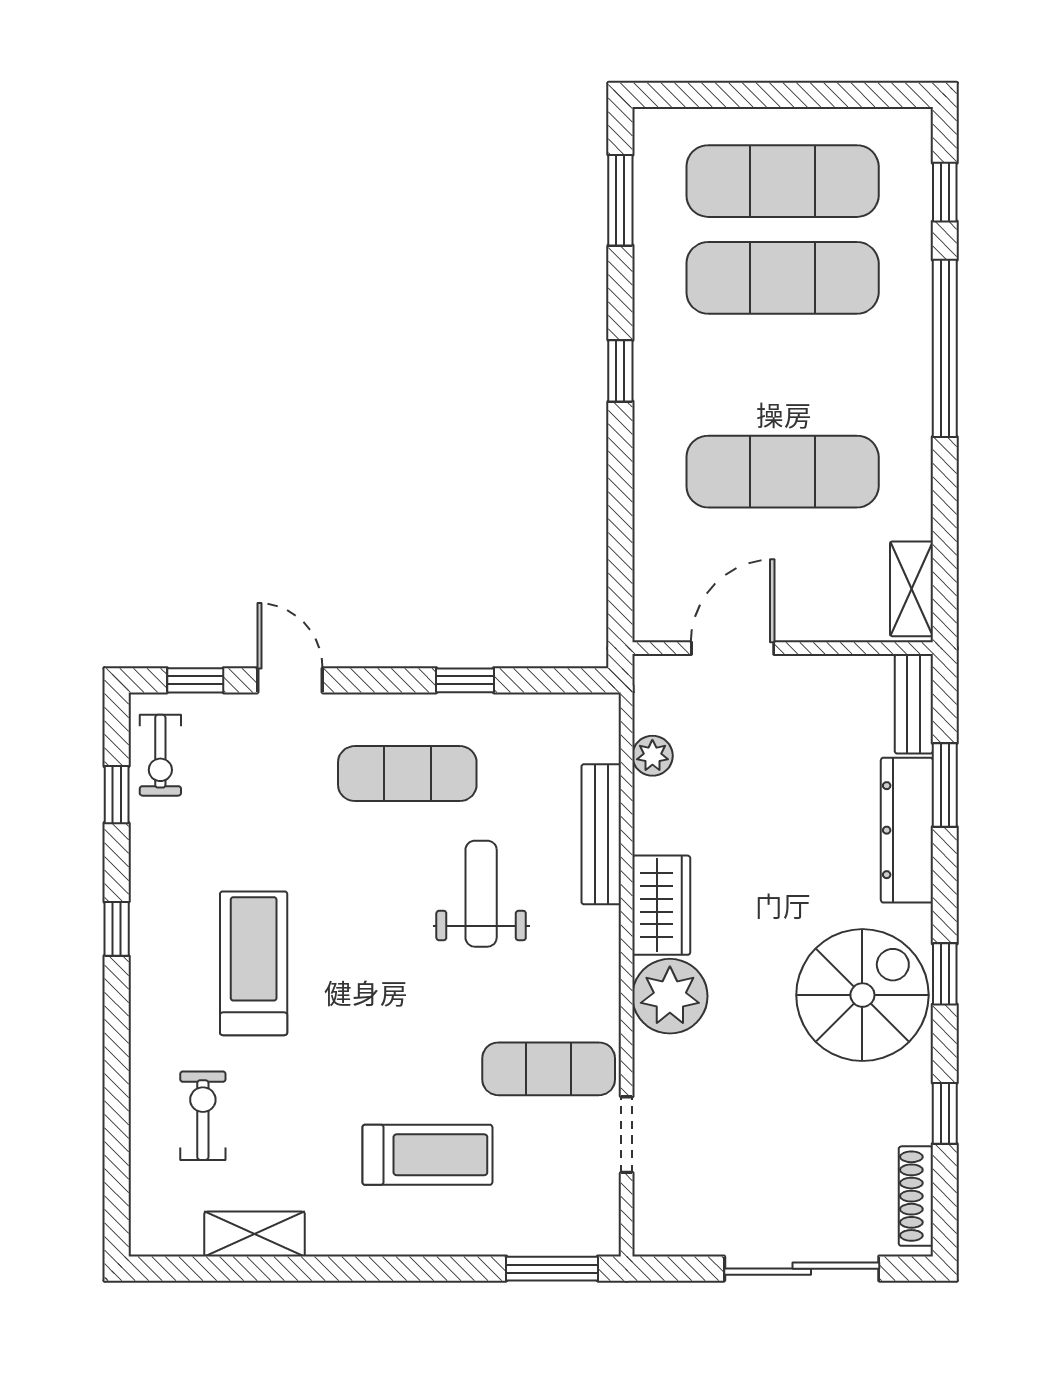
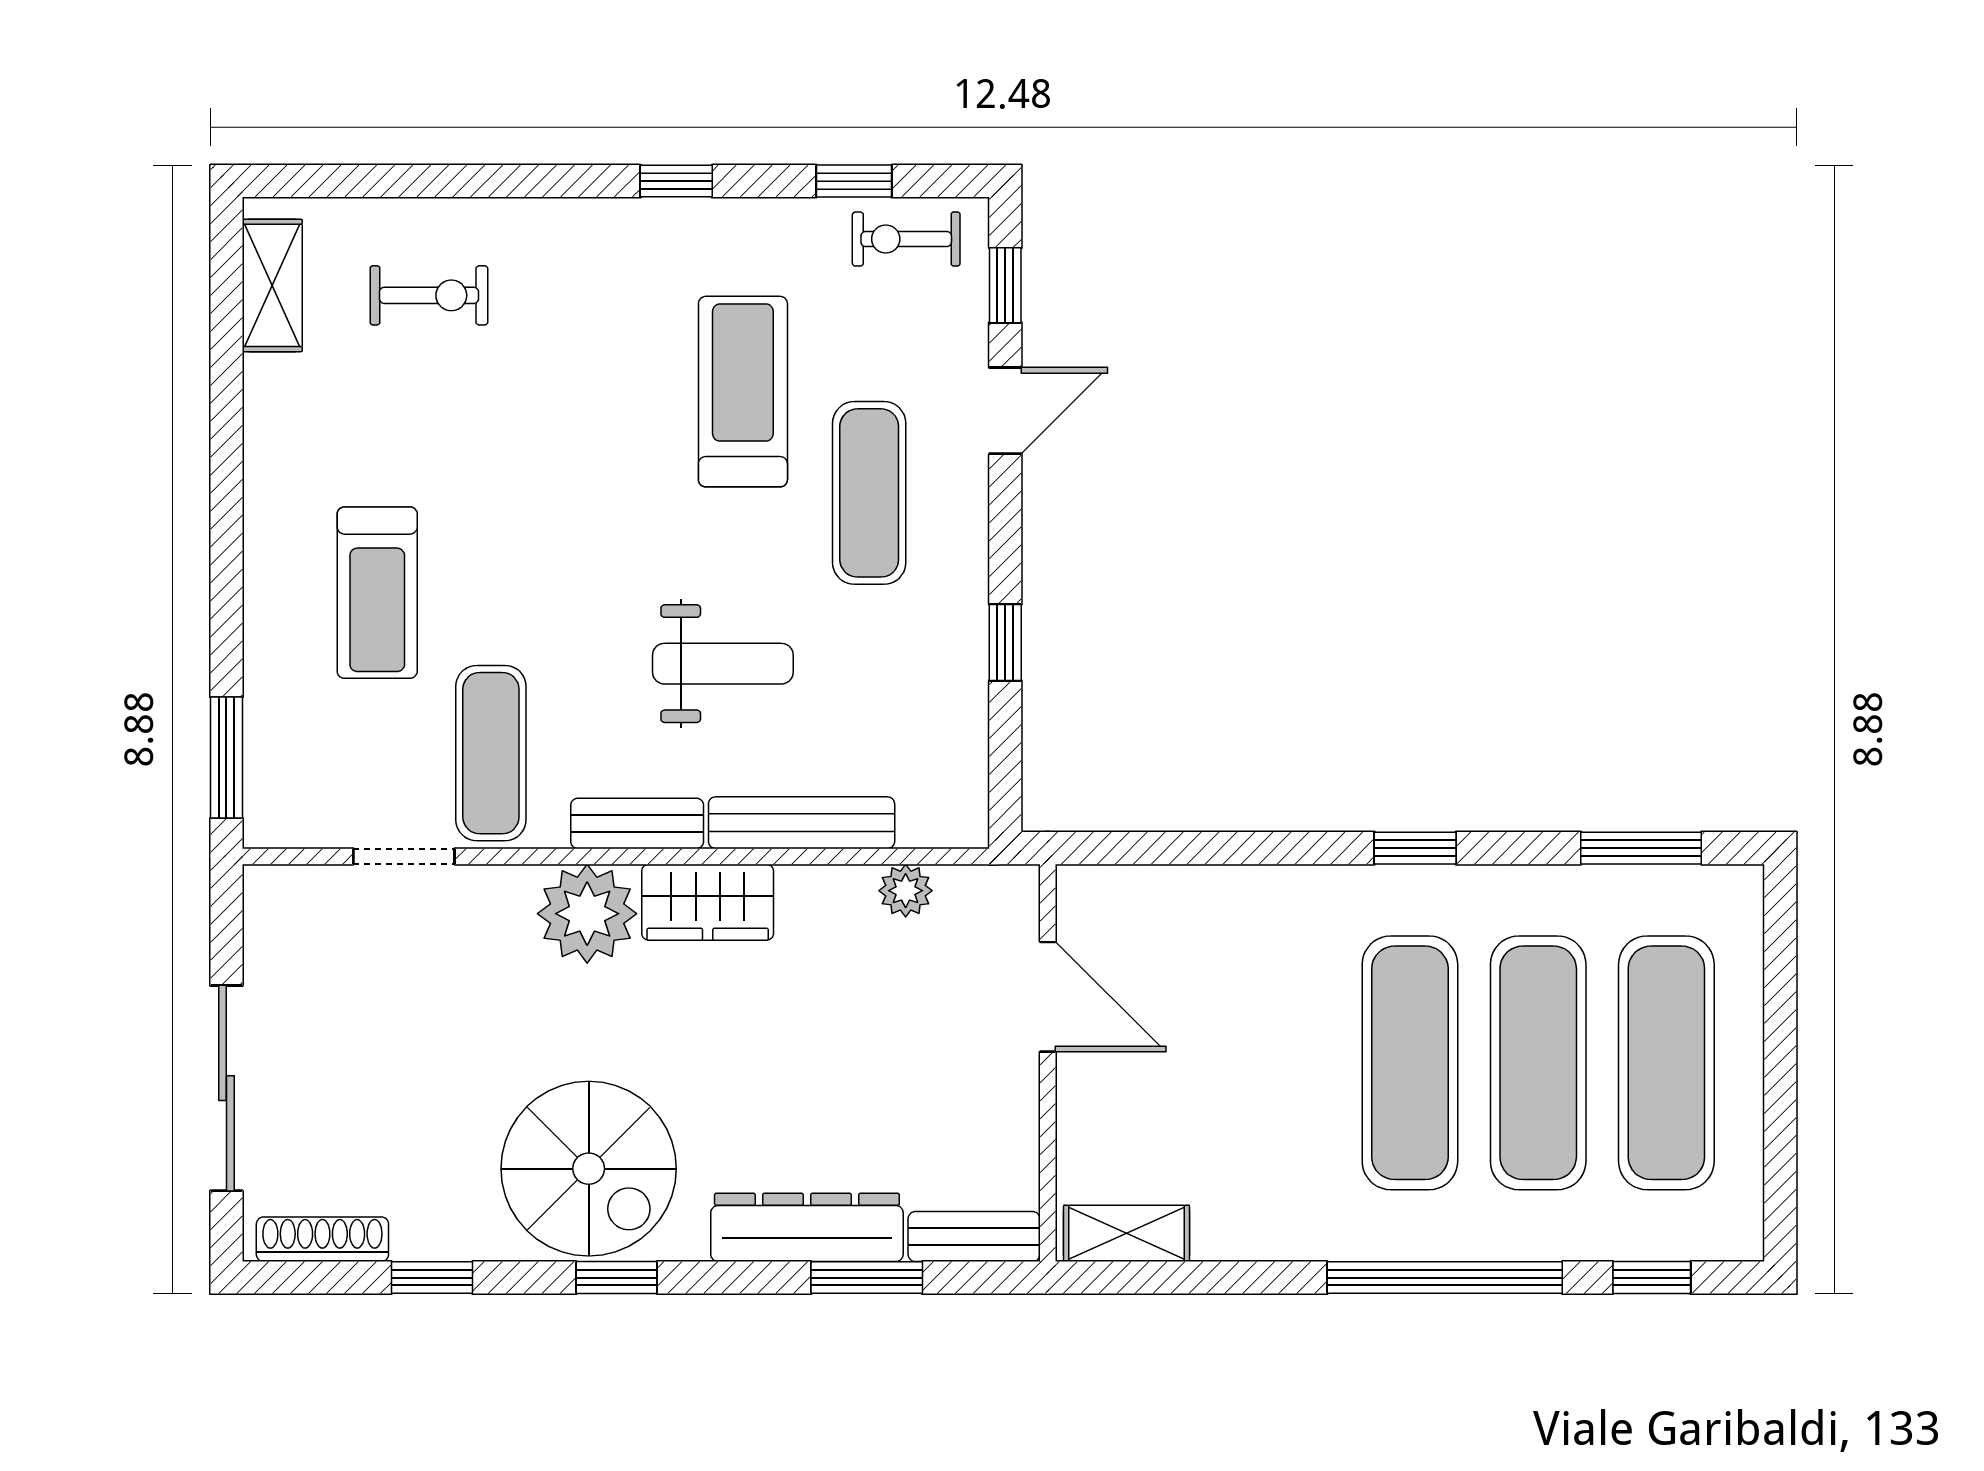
exercise mat: (783, 472) -> (1410, 1063), moved
exercise mat: (407, 774) -> (869, 493), moved
bench: (602, 958) -> (637, 823), added
treadmill: (254, 963) -> (743, 392), moved, turned -90
shelving: (255, 1234) -> (272, 285), moved

